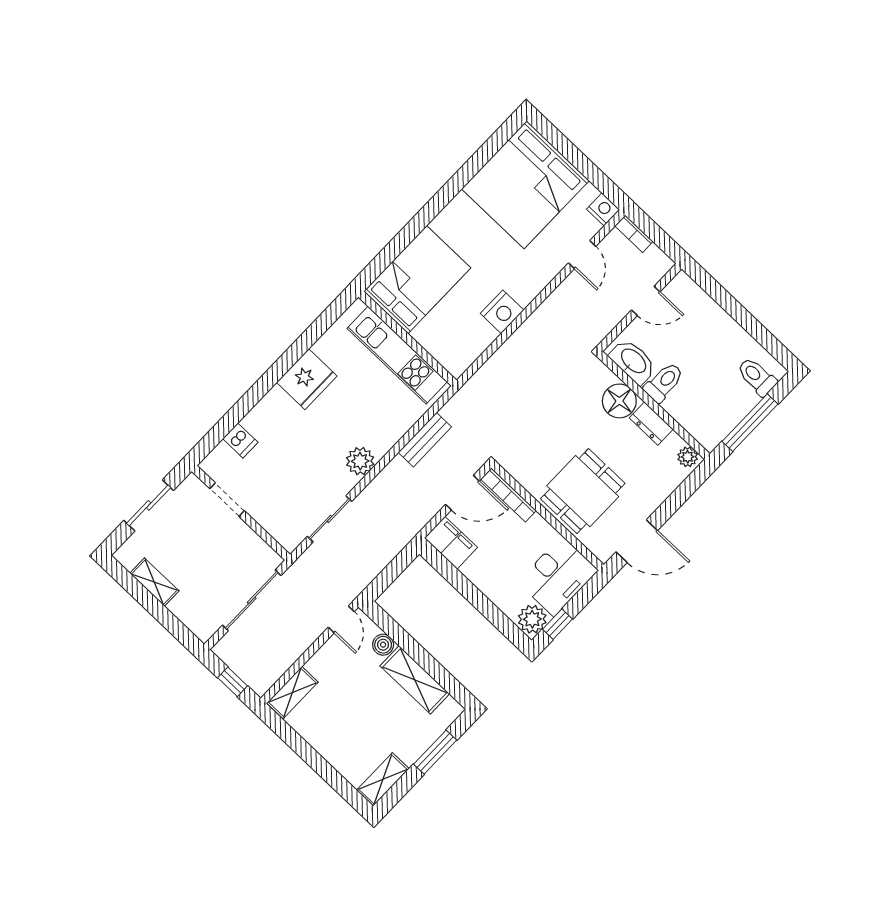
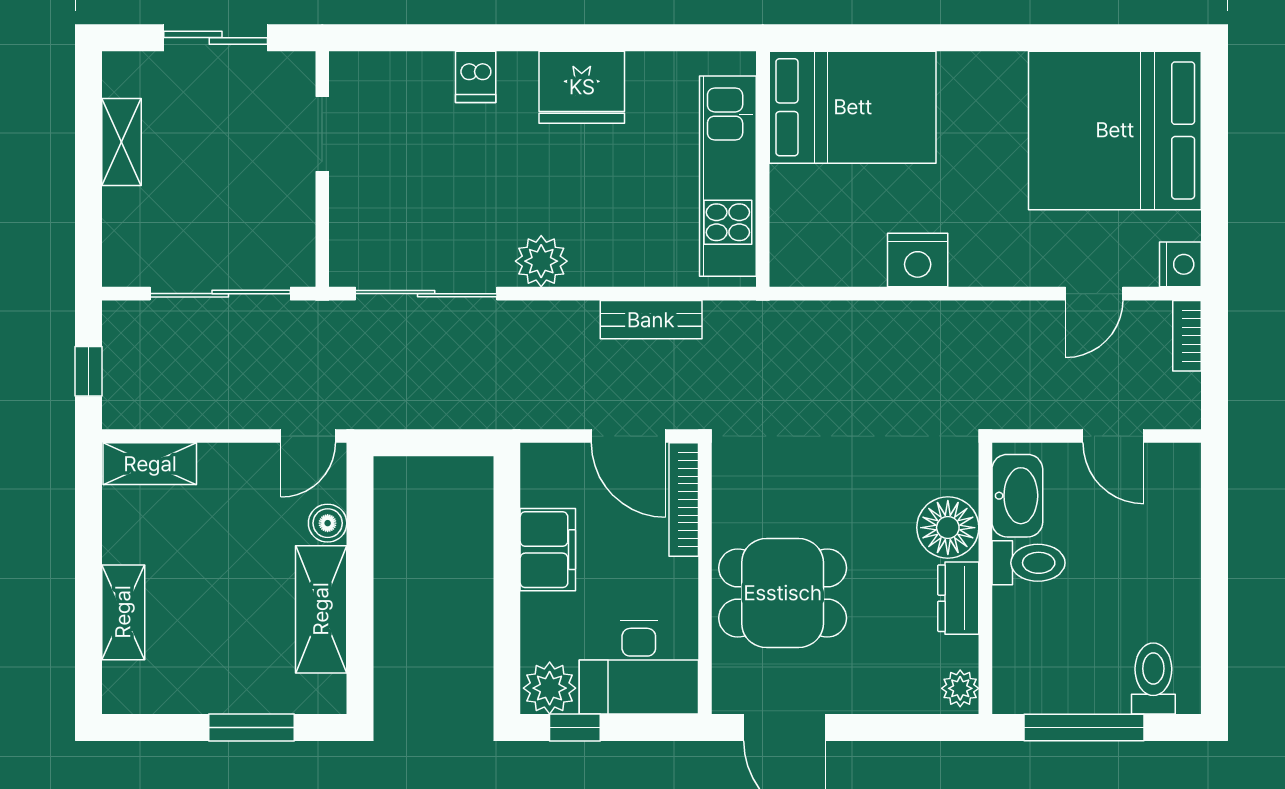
dishwasher: (240, 441) -> (476, 77), moved
sliding door: (330, 519) -> (426, 294), width x1.37
filing cabinet: (451, 543) -> (548, 550), moved
shelving: (383, 779) -> (123, 612), moved, turned 90

